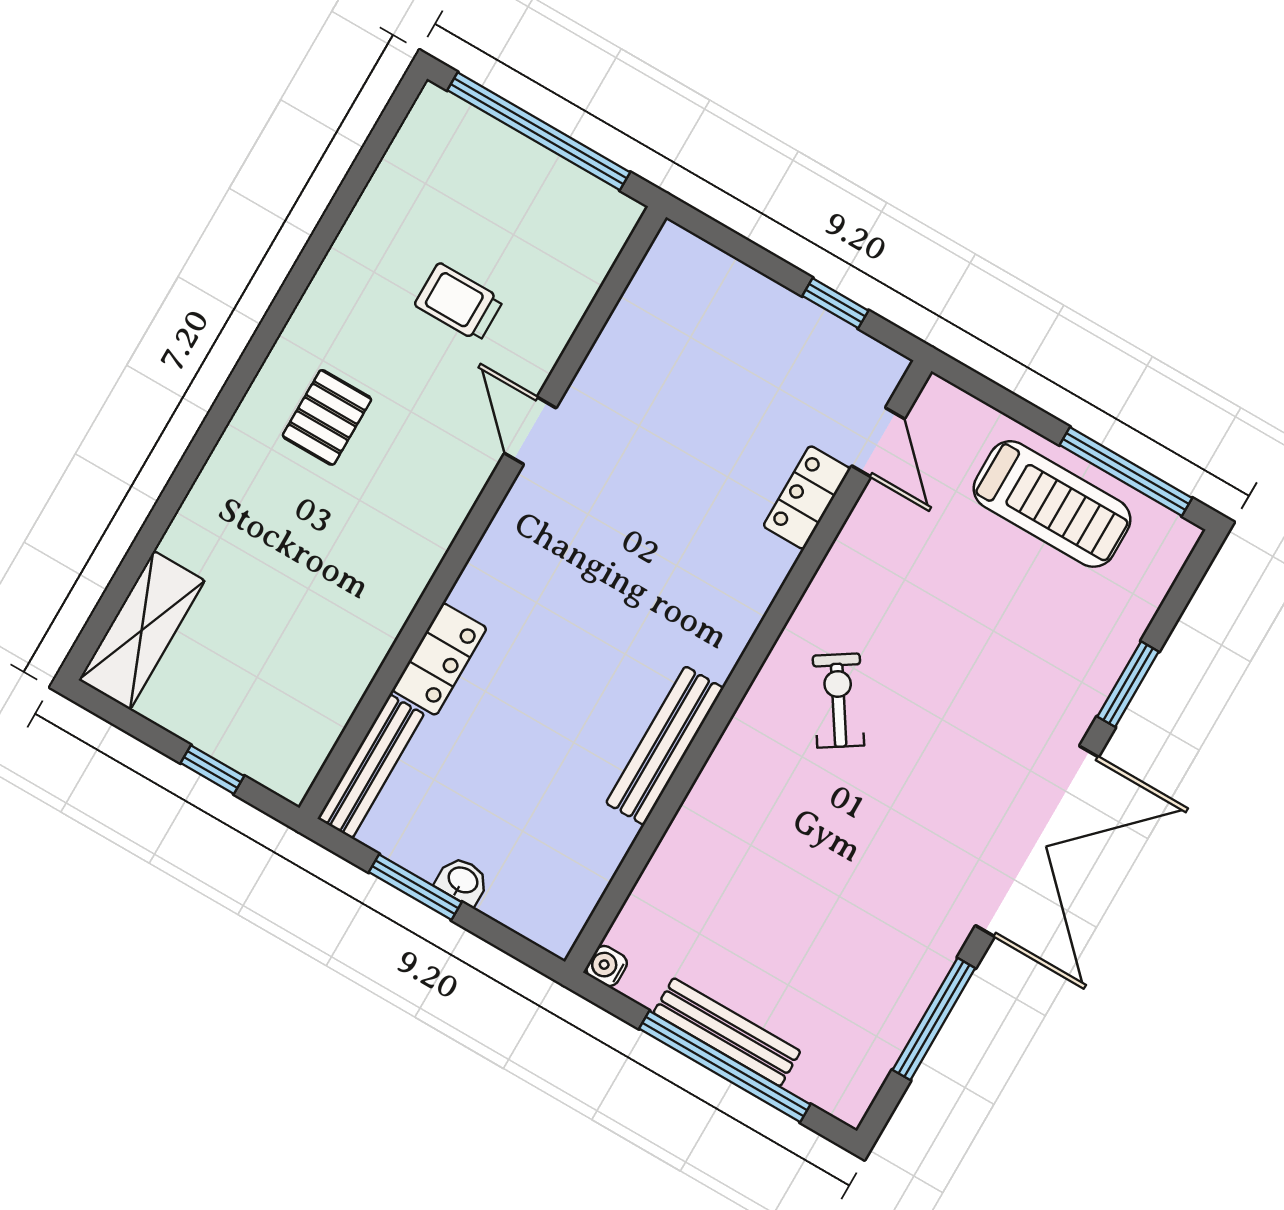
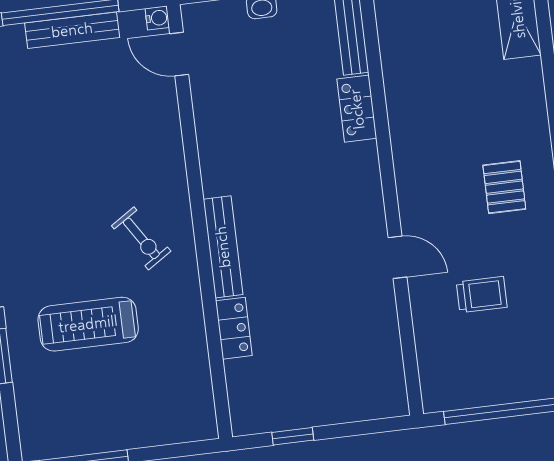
door: (878, 442) -> (179, 54), moved
treadmill: (1052, 504) -> (88, 324), moved
bench: (665, 746) -> (223, 247), moved

